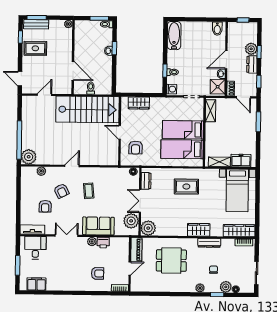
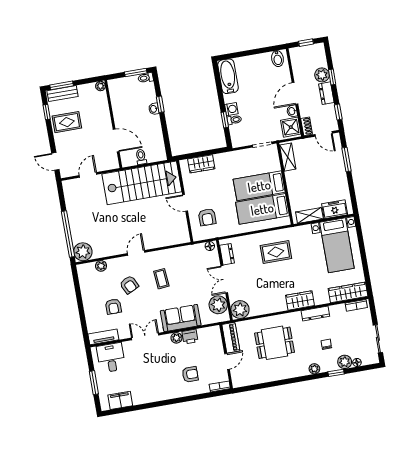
washing machine: (172, 89) -> (231, 109), moved

